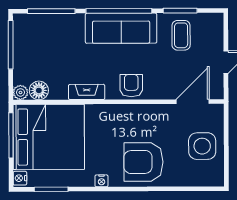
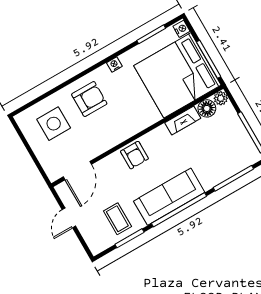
fireplace: (87, 92) -> (183, 120), moved
side table: (202, 146) -> (54, 124), moved
armchair: (143, 162) -> (89, 99), width x0.73, depth x0.73

